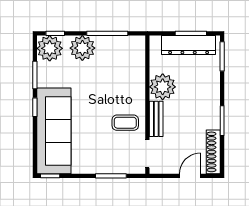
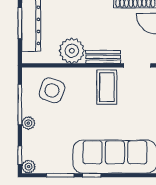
plant: (50, 48) -> (28, 167), width x0.53, depth x0.53
plant: (82, 48) -> (28, 123), width x0.53, depth x0.53
side table: (122, 66) -> (52, 90), added
coffee table: (125, 123) -> (107, 87), width x1.36, depth x1.30

